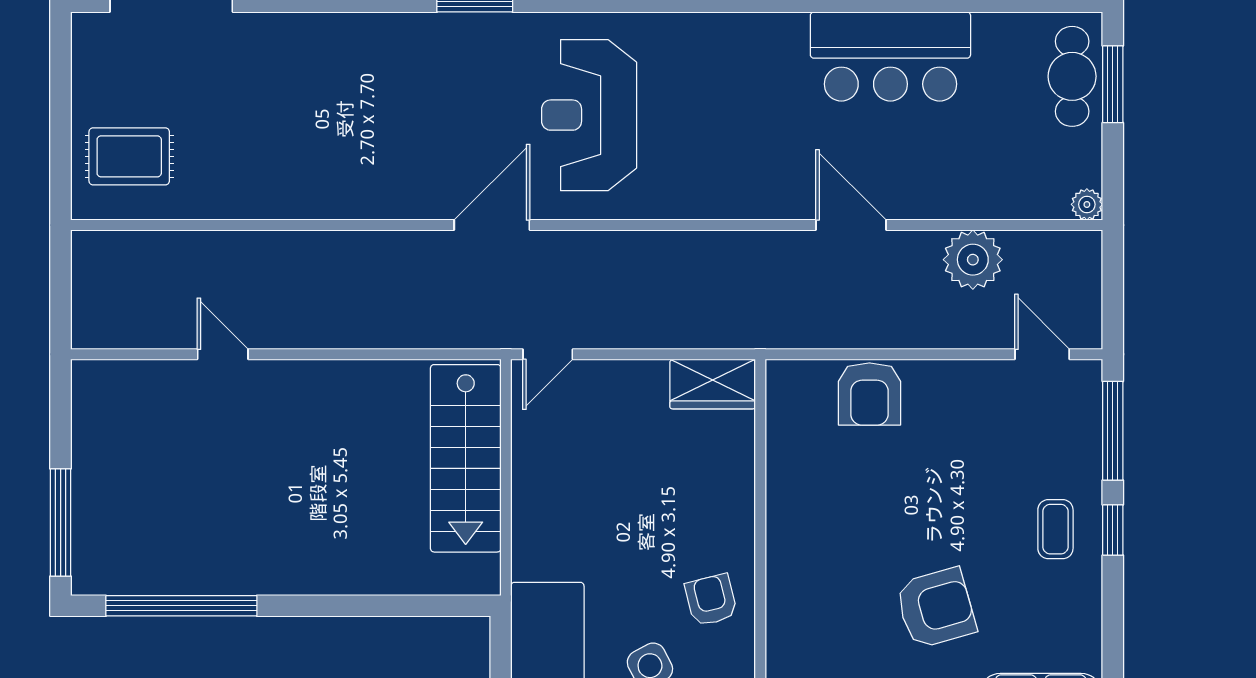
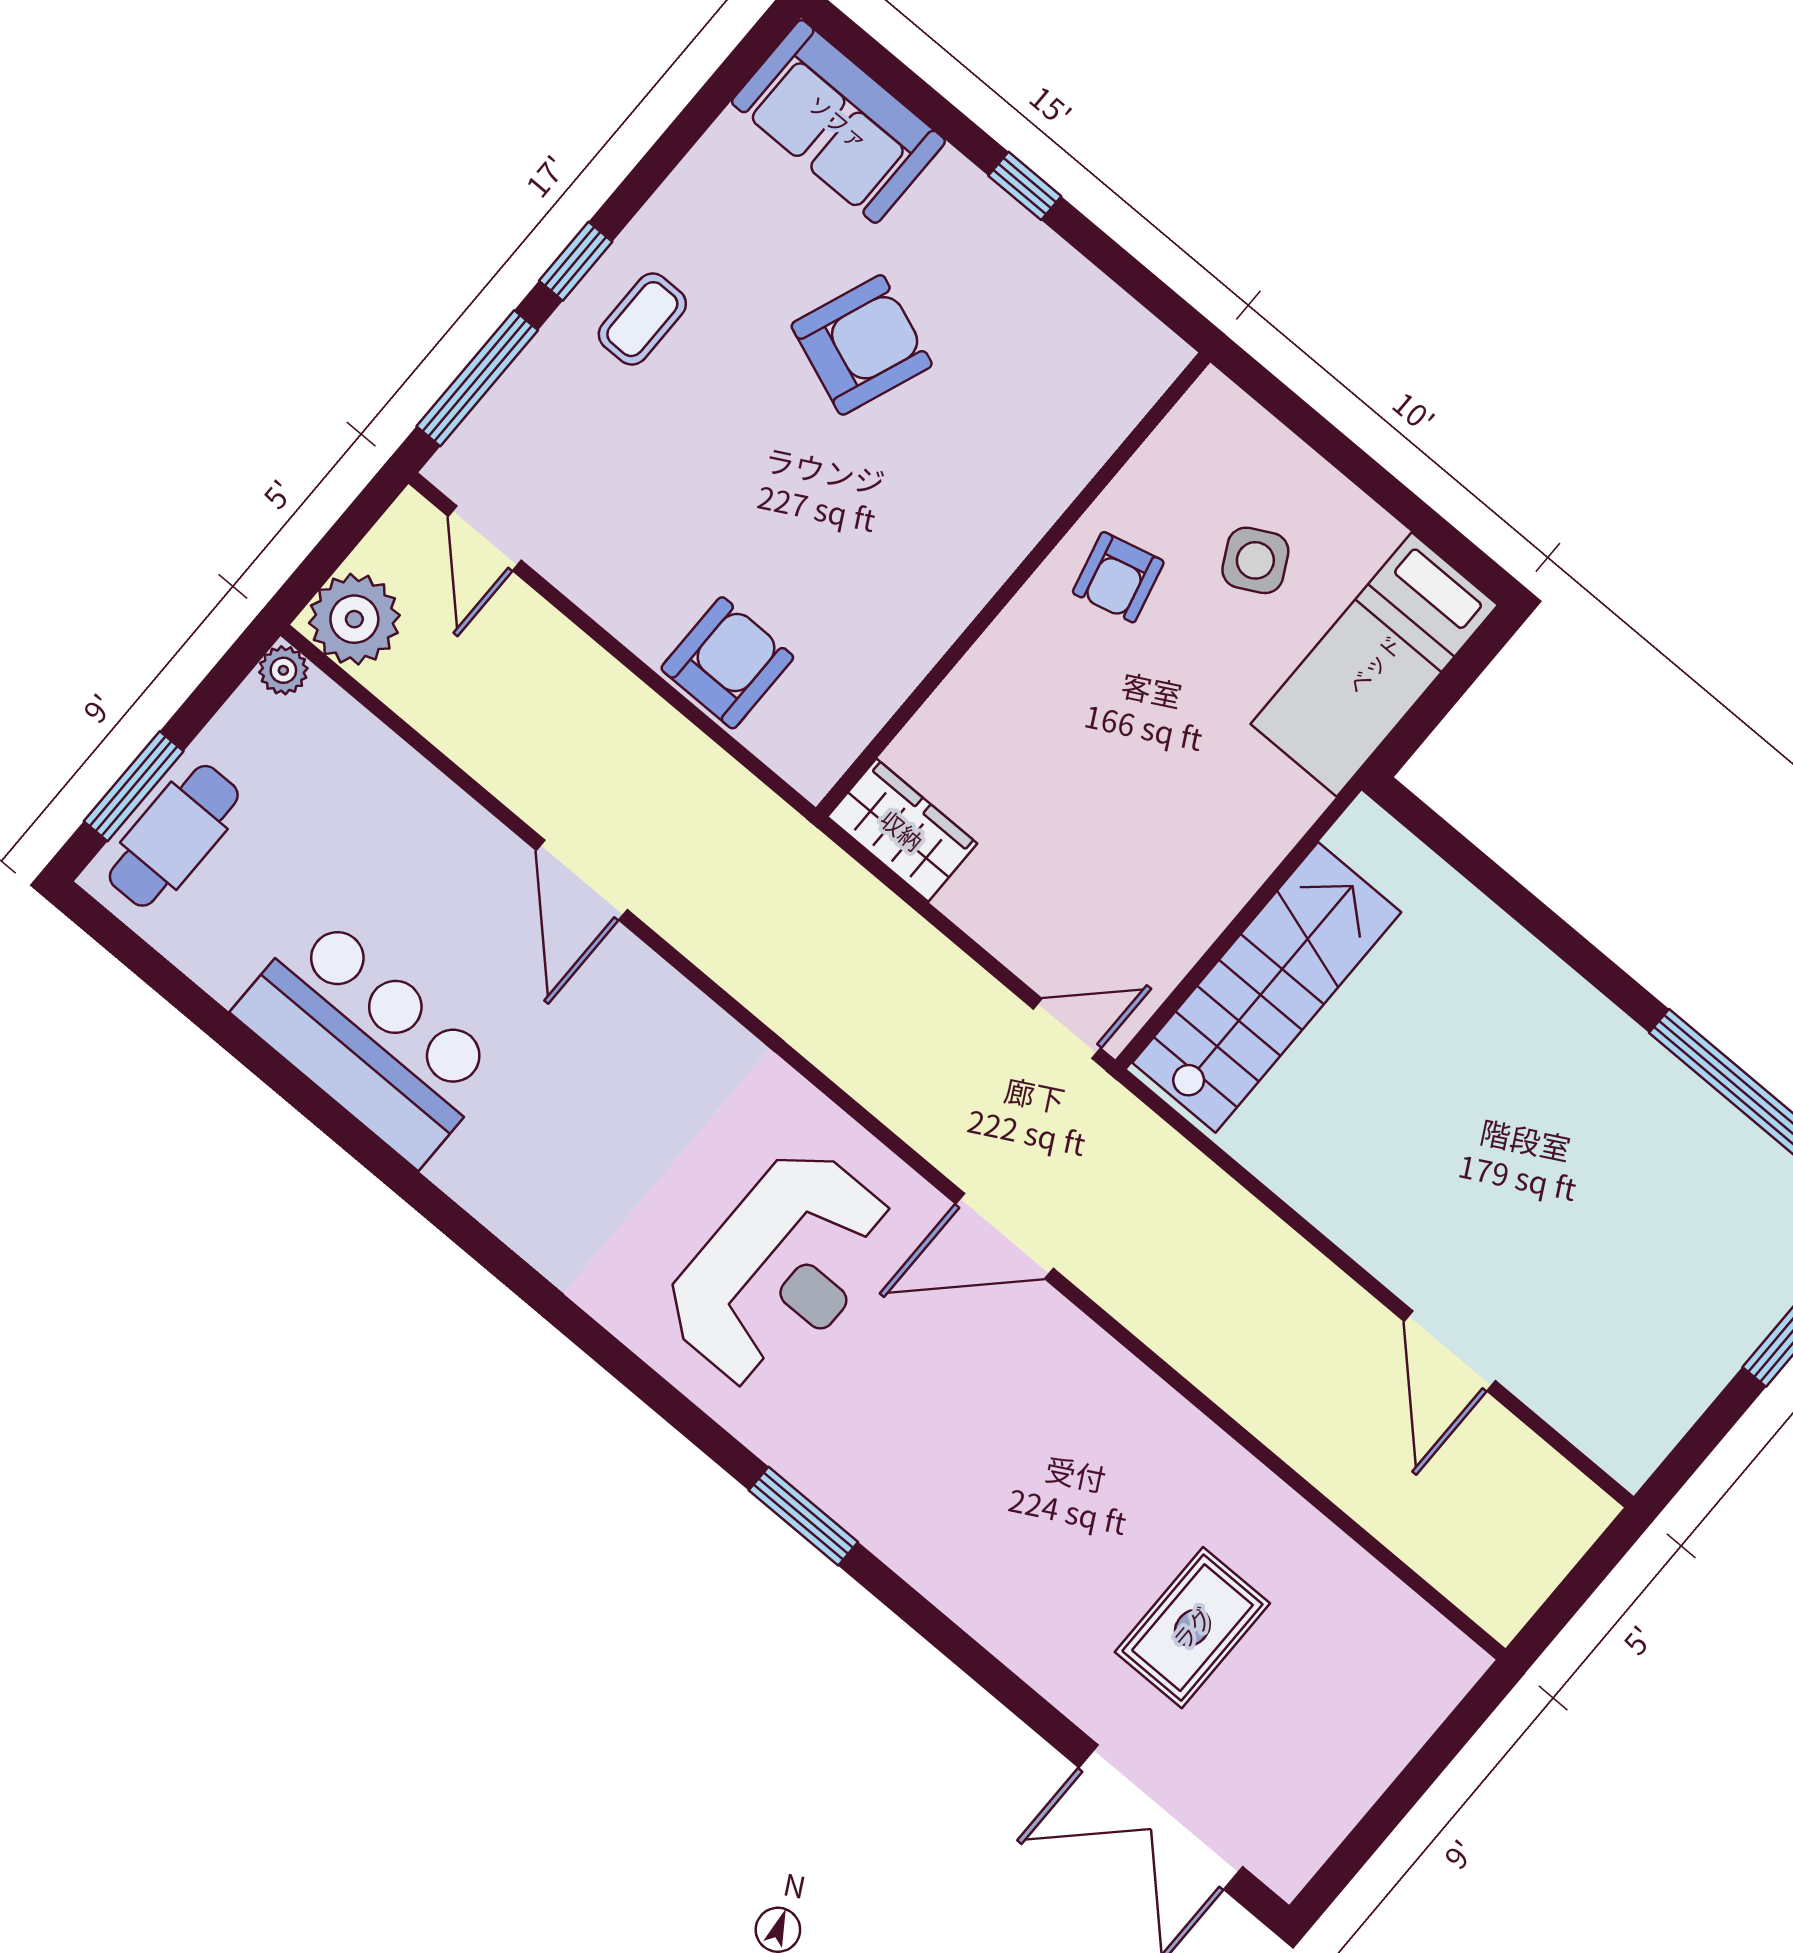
rug: (129, 156) -> (1192, 1628), moved, turned 90
plant: (973, 260) -> (354, 619), moved
door: (223, 354) -> (1450, 1351), width x1.38
armchair: (936, 608) -> (862, 345), turned 127

